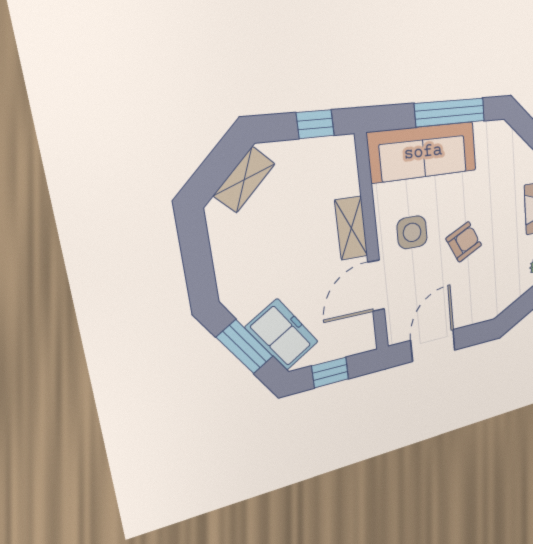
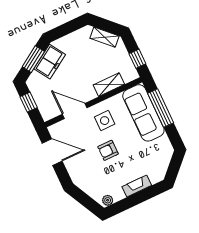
window: (450, 112) -> (161, 108), moved
shelving: (351, 228) -> (109, 85), moved
armchair: (464, 242) -> (108, 150), turned 116
freezer: (282, 335) -> (50, 62), moved

